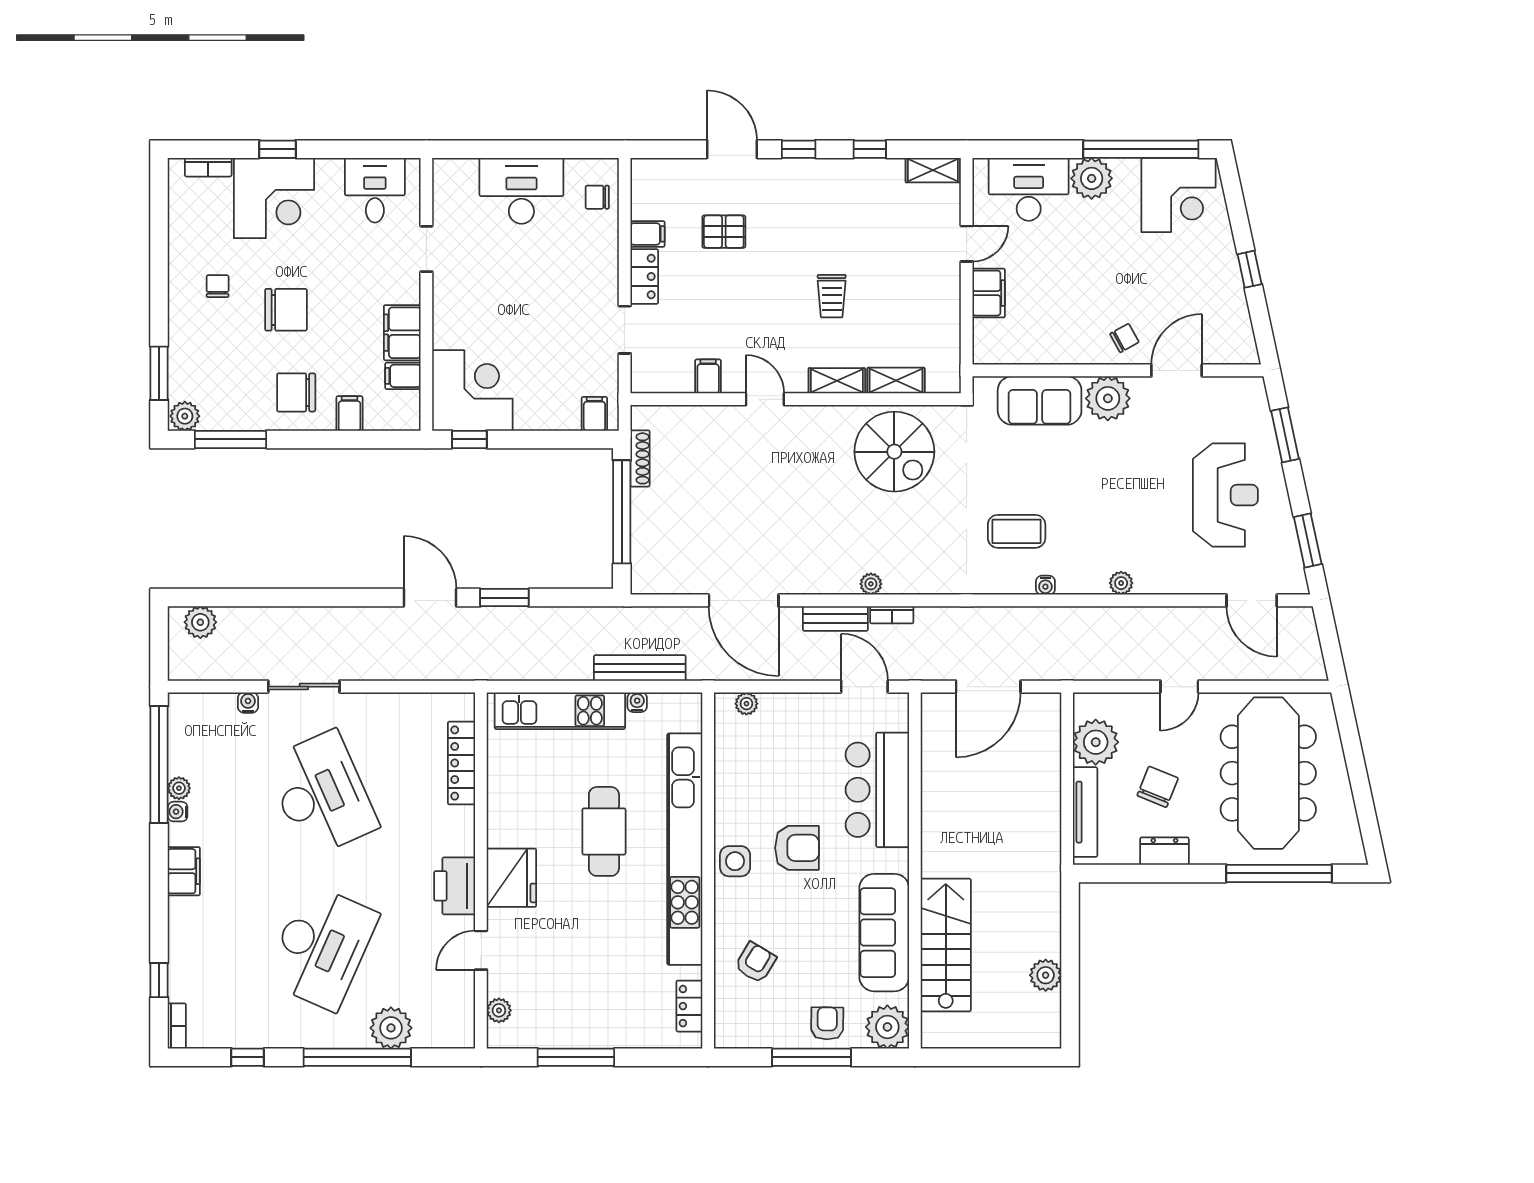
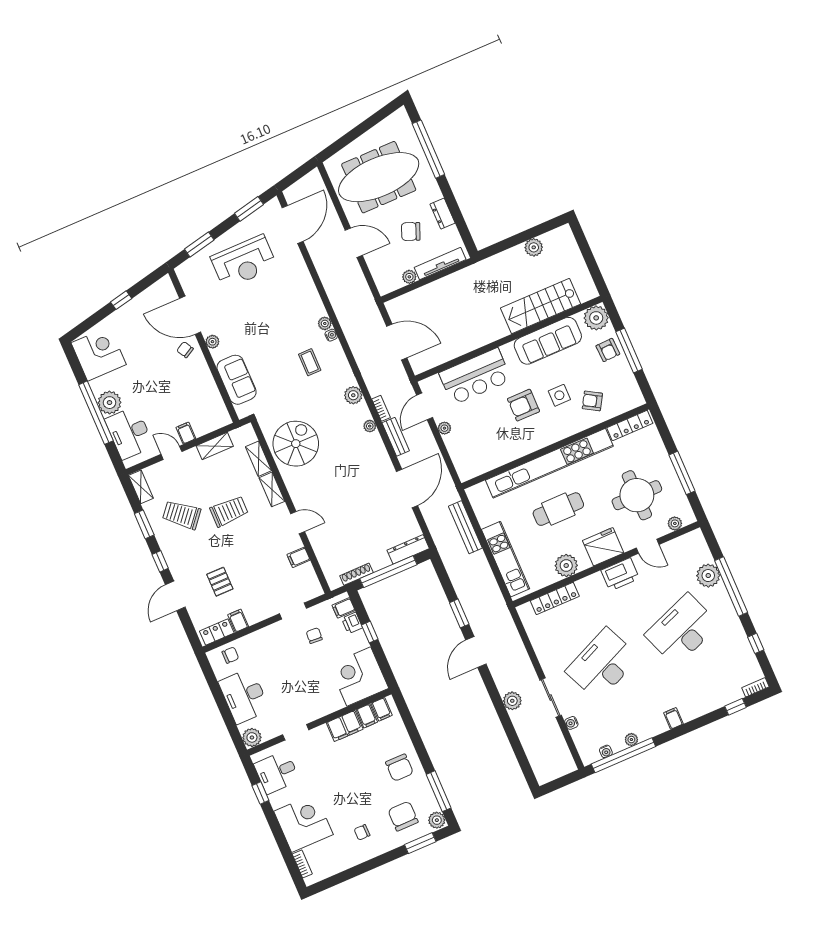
window: (277, 149) -> (260, 793), moved
window: (870, 149) -> (144, 524), width x1.50
window: (1141, 149) -> (96, 413), moved
plant: (449, 174) -> (252, 737), added
chair: (597, 197) -> (230, 655), turned -90
trolley: (859, 217) -> (182, 515), added
locker: (644, 276) -> (217, 632), moved
filing cabinet: (989, 293) -> (186, 433), width x0.50
trolley: (832, 296) -> (229, 511), width x1.36, depth x1.39
chair: (286, 310) -> (403, 816), moved
shelving: (947, 319) -> (215, 446), added
chair: (570, 347) -> (314, 636), added
door: (1177, 370) -> (190, 315), width x1.36
plant: (1108, 398) -> (212, 342), width x0.53, depth x0.53
door: (765, 399) -> (298, 523), swing flipped
filing cabinet: (349, 413) -> (382, 709), moved, turned -90
printer: (564, 417) -> (352, 623), added
window: (469, 439) -> (370, 632), moved
reception desk: (1225, 495) -> (244, 262), turned 180
coffee table: (1017, 531) -> (310, 362), width x0.73, depth x0.77
dresser: (644, 560) -> (408, 549), added
plant: (932, 579) -> (353, 395), added
plant: (1121, 583) -> (325, 323), moved
door: (1252, 600) -> (293, 225), width x1.36
plant: (200, 622) -> (512, 701), moved
door: (1179, 687) -> (354, 243), width x1.38
water cooler: (637, 702) -> (484, 521), removed
plant: (746, 704) -> (444, 428), moved
plant: (1096, 742) -> (409, 277), width x0.53, depth x0.53
plant: (507, 805) -> (566, 566), added
water cooler: (178, 812) -> (606, 751), moved
armchair: (797, 848) -> (523, 405), turned -90
side table: (735, 861) -> (559, 395), moved
filing cabinet: (184, 871) -> (673, 718), width x0.50
desk: (321, 947) -> (682, 630), turned -45
round table: (571, 969) -> (637, 495), added
locker: (689, 1006) -> (630, 425), width x1.53
armchair: (827, 1023) -> (608, 350), turned -93

